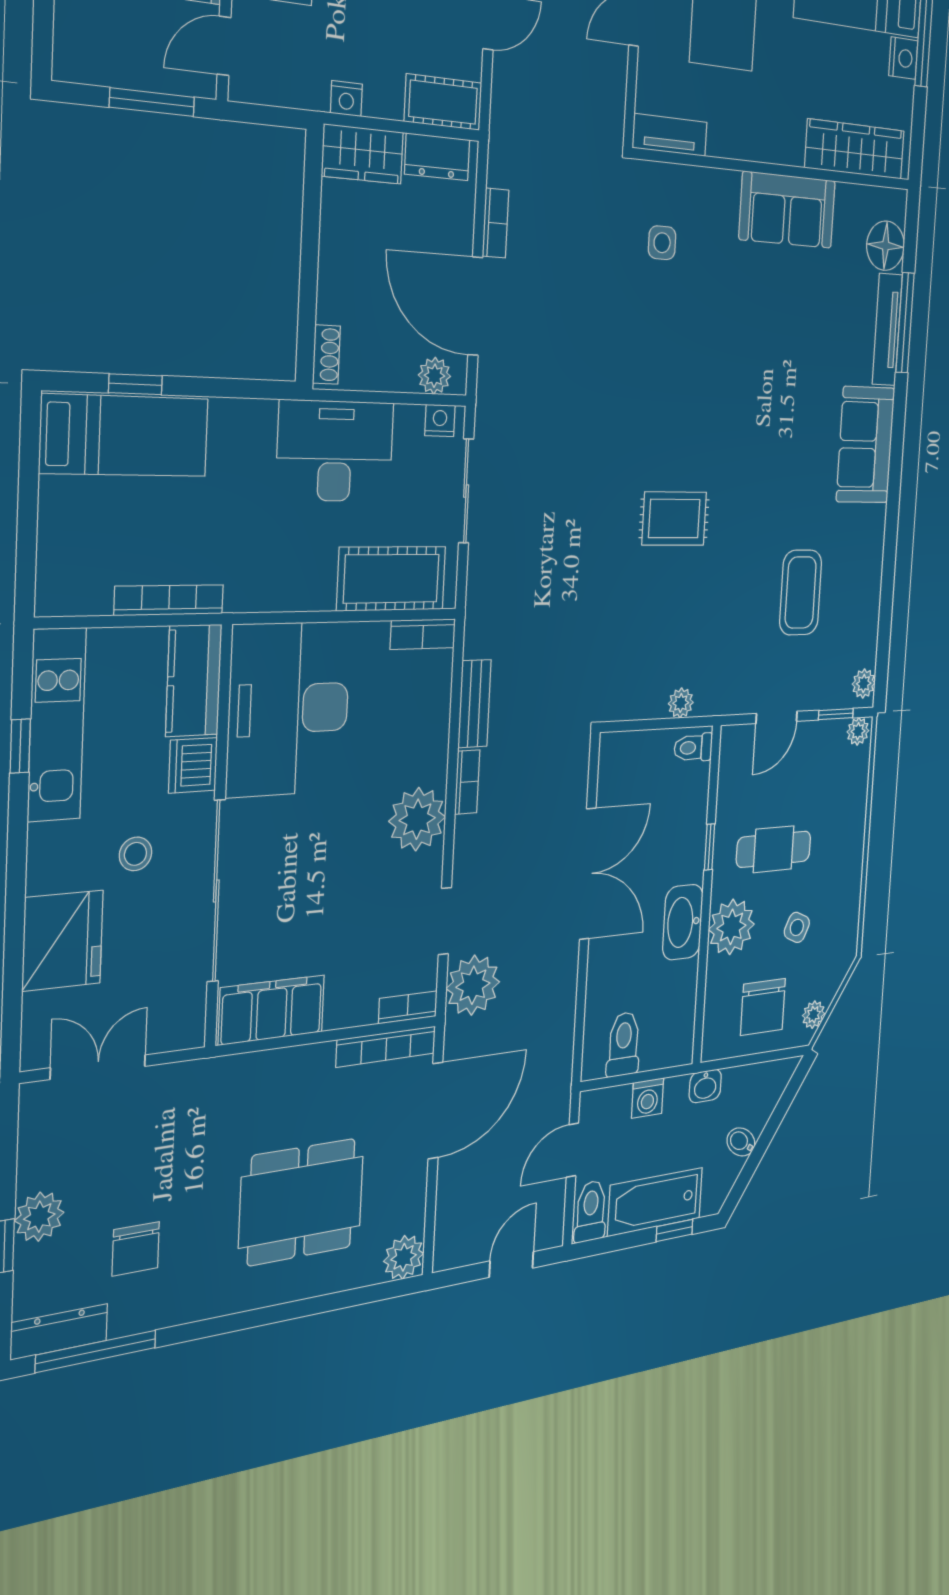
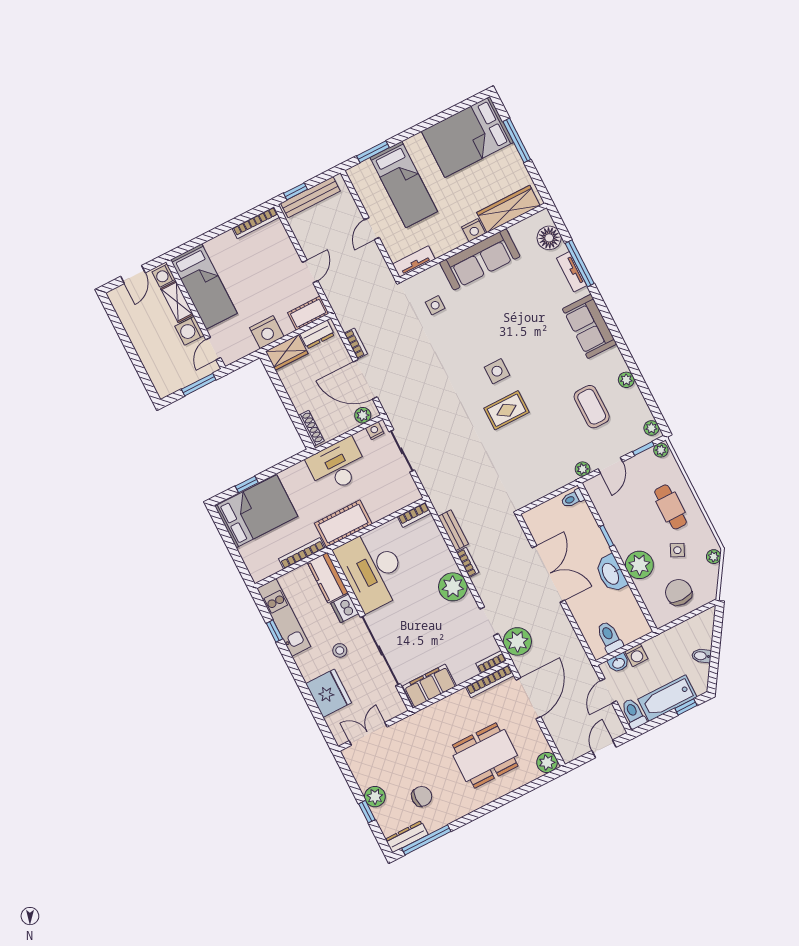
nightstand: (903, 58) -> (474, 230), moved, turned 90
nightstand: (346, 99) -> (267, 332), width x1.89, depth x1.79
sofa: (787, 210) -> (480, 259), width x1.36
tv unit: (887, 329) -> (572, 272), width x0.71
shoe rack: (326, 355) -> (311, 428), width x1.43
side table: (696, 435) -> (497, 371), added
bed: (125, 436) -> (256, 511), width x1.50
plant: (870, 575) -> (626, 380), added
cot: (392, 579) -> (343, 524), moved
plant: (681, 703) -> (583, 469), moved
cafe table: (774, 849) -> (671, 507), moved, turned 90
chair: (763, 1007) -> (679, 592), turned 180
plant: (813, 1015) -> (714, 557), moved
washbasin: (705, 1086) -> (618, 663), moved
chair: (136, 1249) -> (422, 796), turned -90

